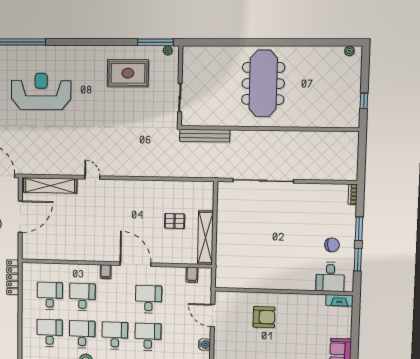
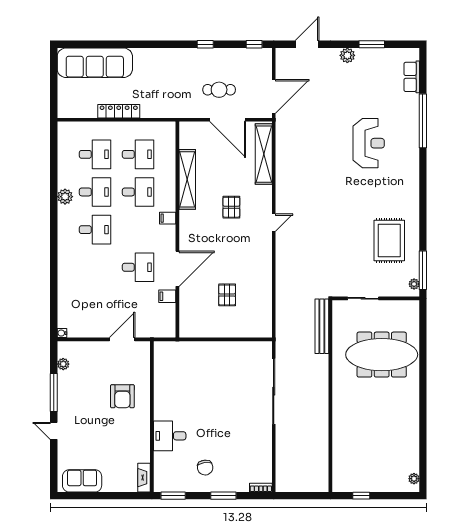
meeting table: (263, 83) -> (382, 355), moved
reception desk: (41, 91) -> (369, 143), width x0.74, depth x0.77
door: (92, 177) -> (274, 223), moved
pallet: (97, 215) -> (231, 207), added
shelving: (205, 238) -> (187, 179), moved, turned 90
window: (358, 260) -> (173, 496), moved
door: (135, 264) -> (177, 269), moved
filing cabinet: (192, 275) -> (167, 296), moved
locker: (13, 277) -> (119, 111), moved
desk: (330, 277) -> (170, 436), moved
desk: (148, 337) -> (95, 267), removed
water cooler: (205, 345) -> (89, 331), removed

